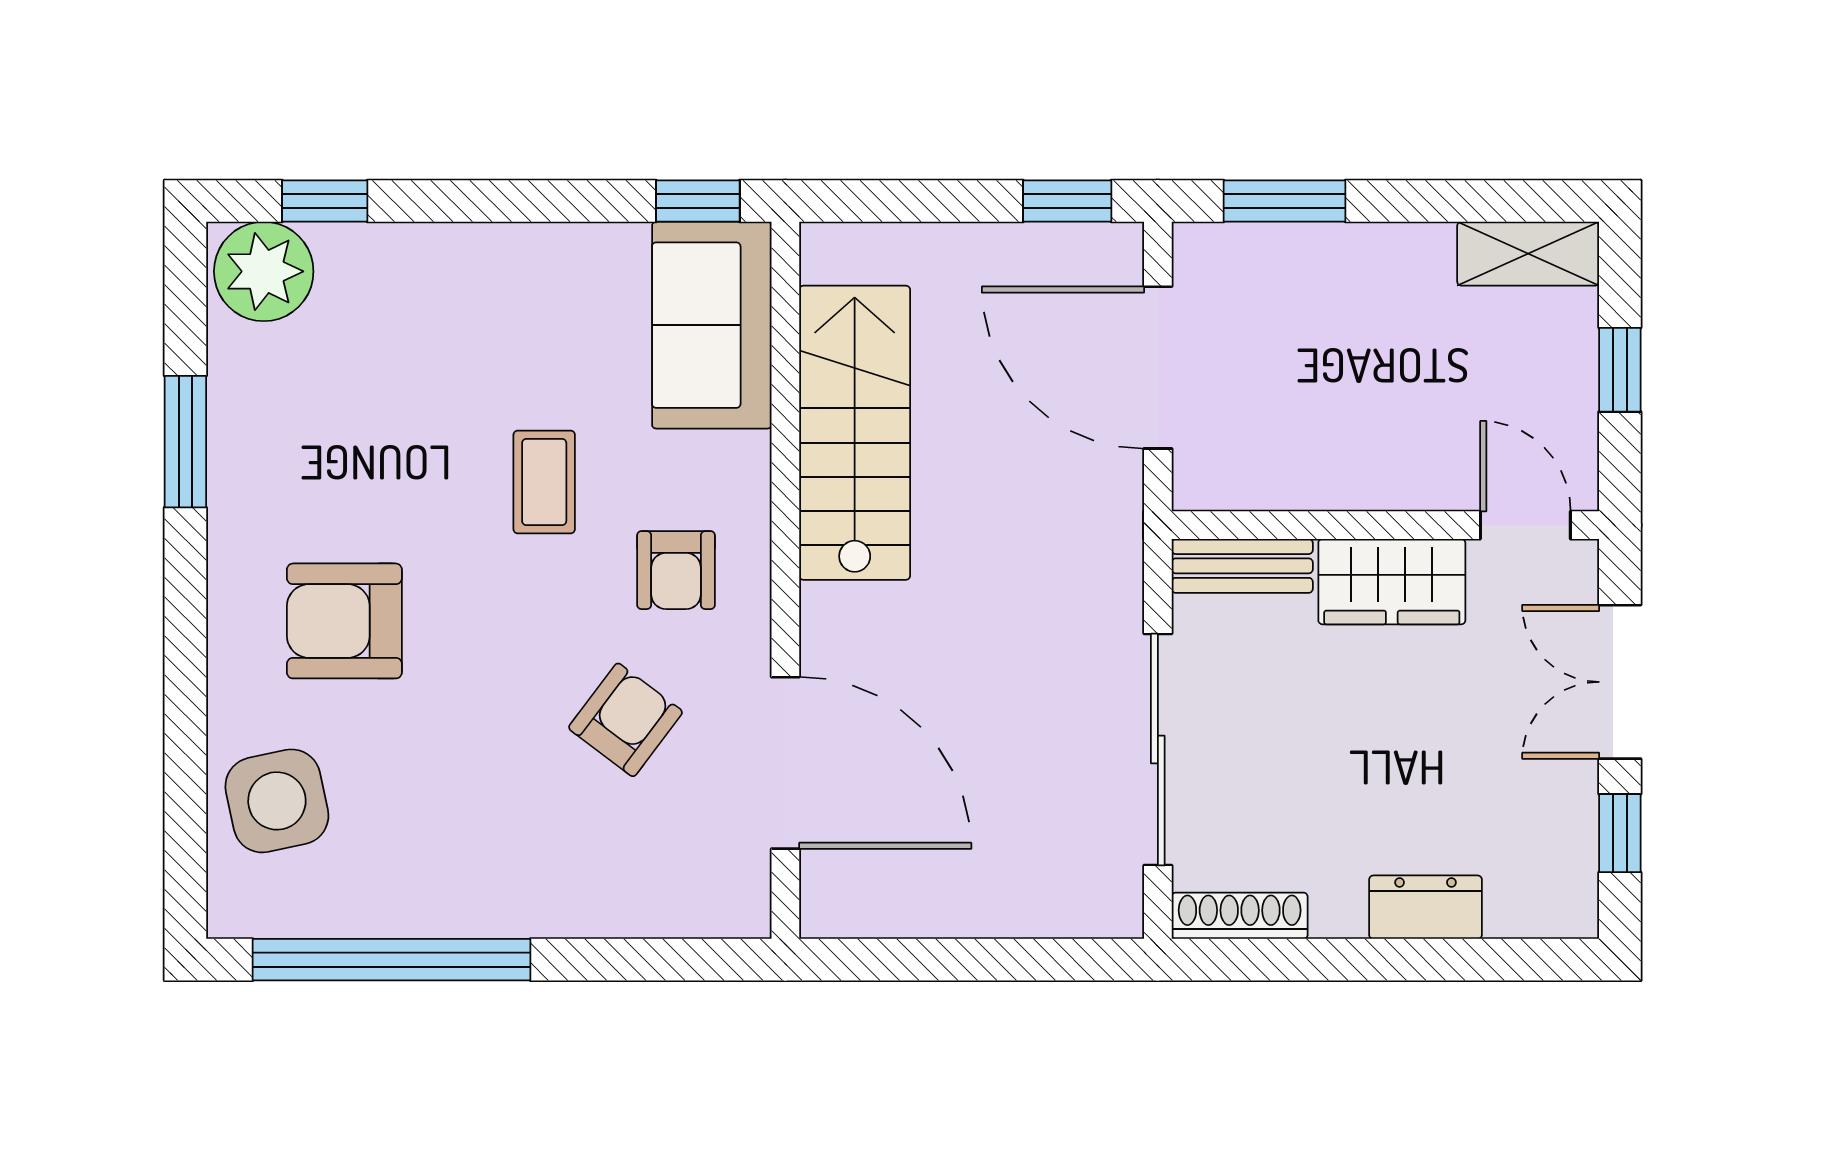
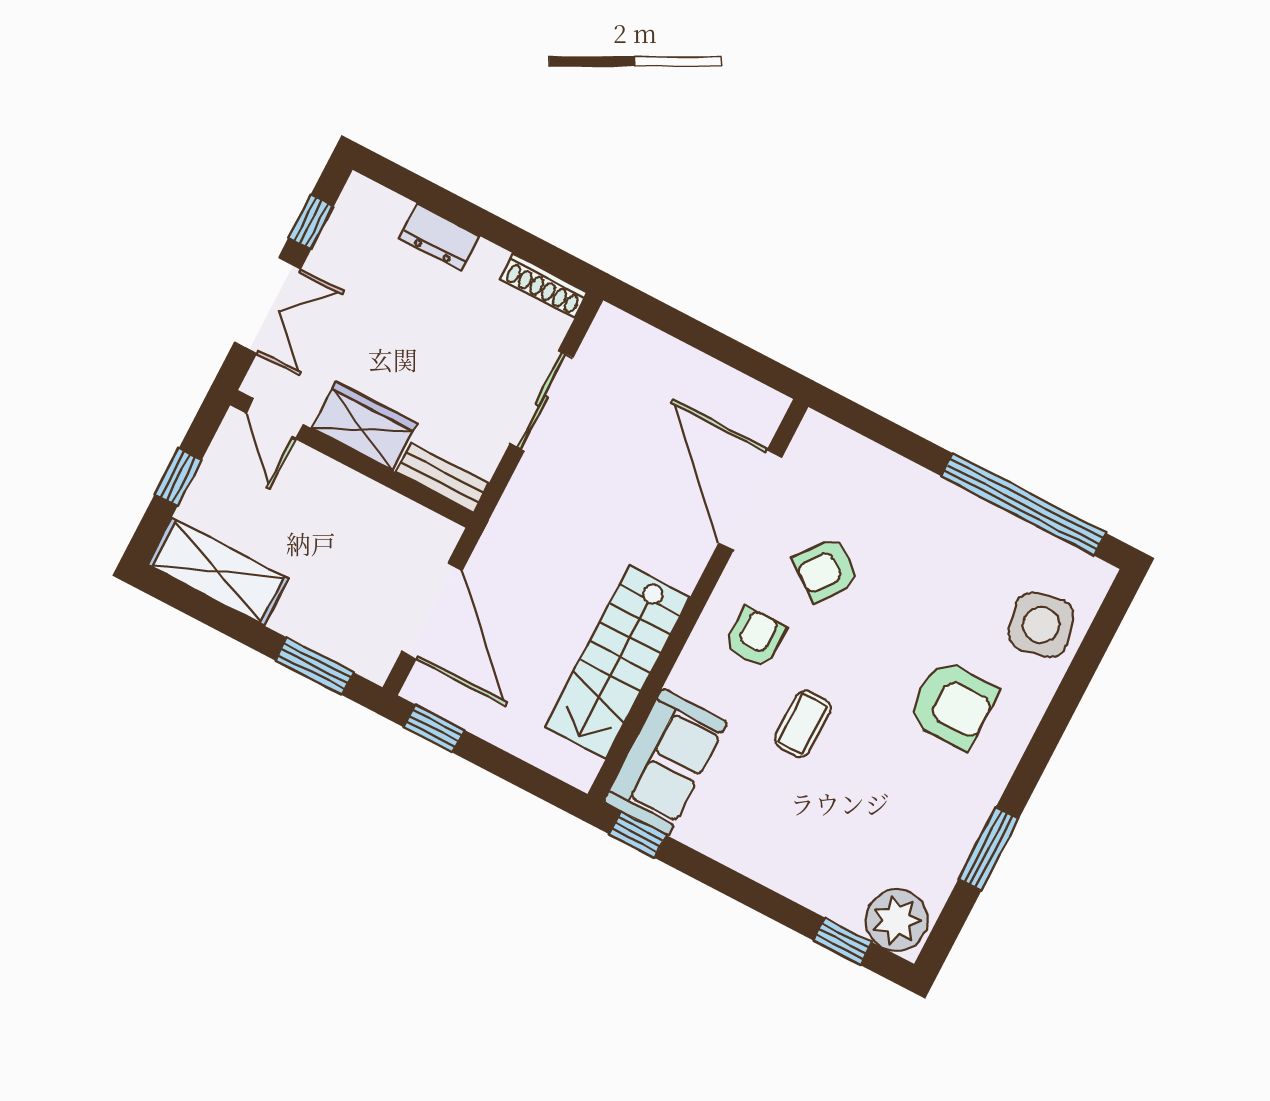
shelving: (1528, 254) -> (218, 572), width x1.50, depth x1.33
sliding door: (1158, 750) -> (541, 401), width x0.73

